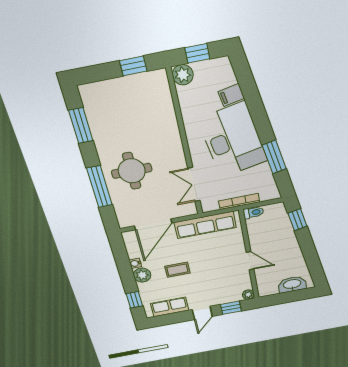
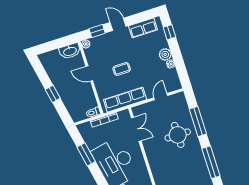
window: (81, 126) -> (211, 162), width x1.44
window: (297, 220) -> (53, 94), moved
door: (153, 224) -> (161, 97), width x0.53
coffee table: (177, 270) -> (122, 69), moved
washbasin: (292, 284) -> (70, 51), moved
door: (202, 313) -> (118, 24), hinge flipped

